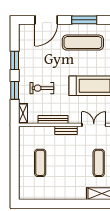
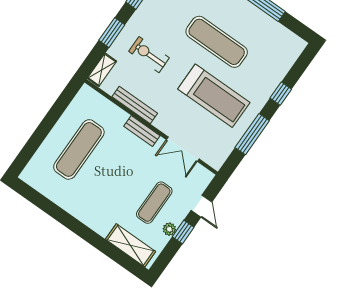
exercise mat: (83, 43) -> (217, 42), moved
double door: (94, 125) -> (183, 149), swing flipped
exercise mat: (40, 163) -> (79, 149), width x1.36, depth x1.45

